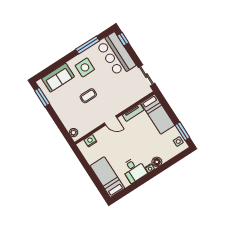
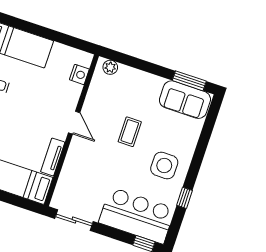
window: (88, 45) -> (184, 198), width x0.46
sofa: (58, 78) -> (185, 100), moved, turned -90
door: (111, 120) -> (74, 123), swing flipped

